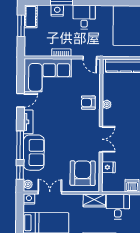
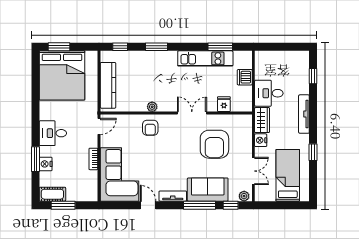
armchair: (83, 173) -> (214, 144), moved, turned -90
double door: (50, 193) -> (253, 171), swing flipped
nightstand: (29, 199) -> (261, 140), moved

